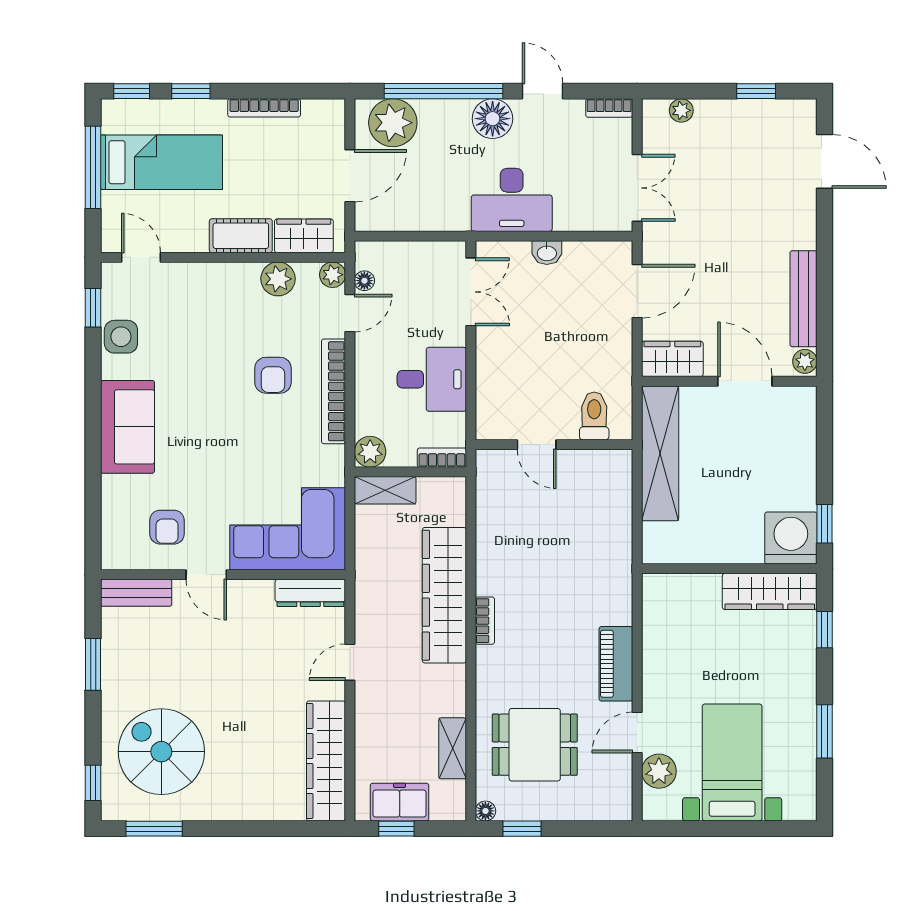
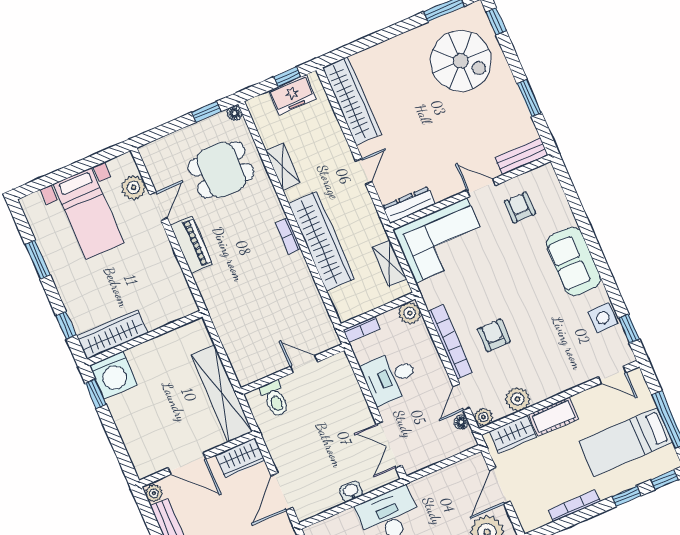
shelving: (385, 490) -> (389, 263), moved, turned 90
shelving: (453, 748) -> (283, 166), moved

